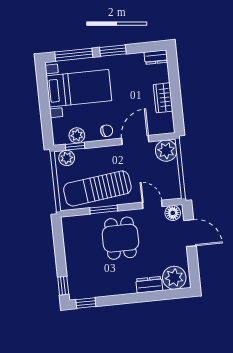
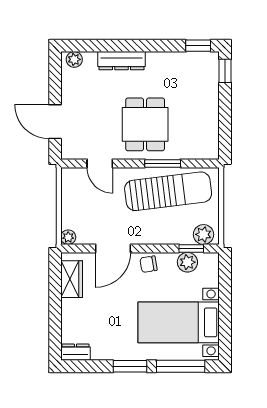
wardrobe: (163, 98) -> (72, 279), moved
plant: (166, 151) -> (68, 237), width x0.53, depth x0.53
floor lamp: (173, 213) -> (75, 150), removed
plant: (174, 278) -> (74, 59), width x0.53, depth x0.53
dresser: (149, 285) -> (121, 61), width x1.44

